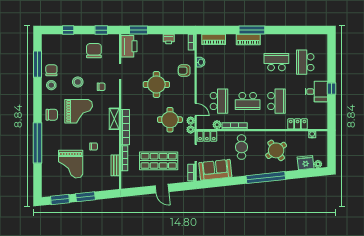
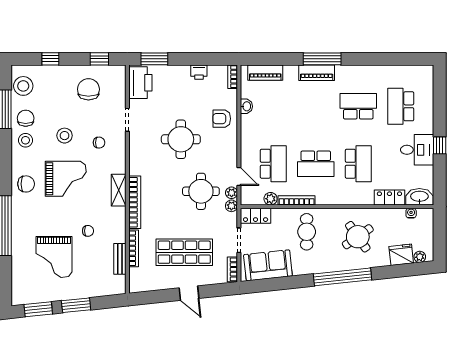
stool: (50, 48) -> (23, 86), added
washbasin: (318, 123) -> (419, 197), added

